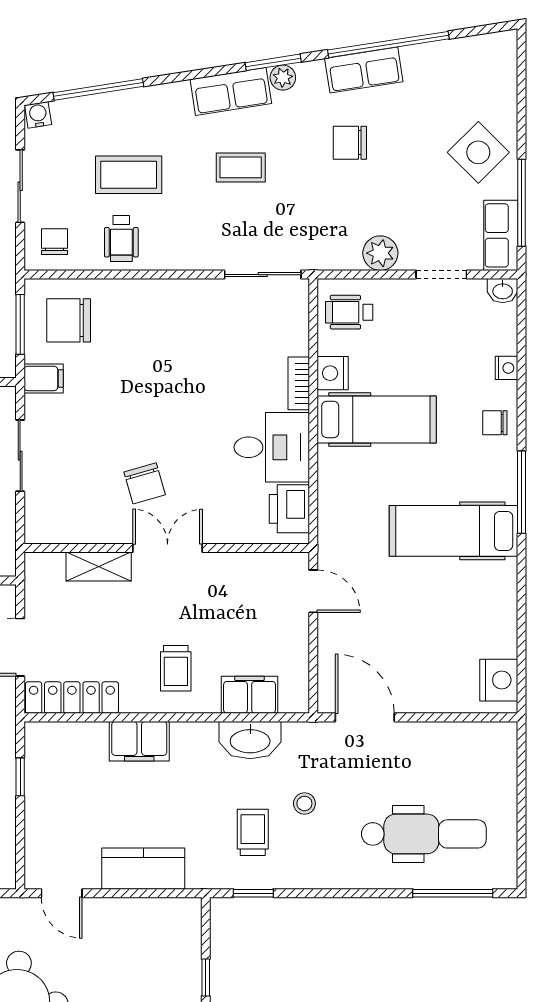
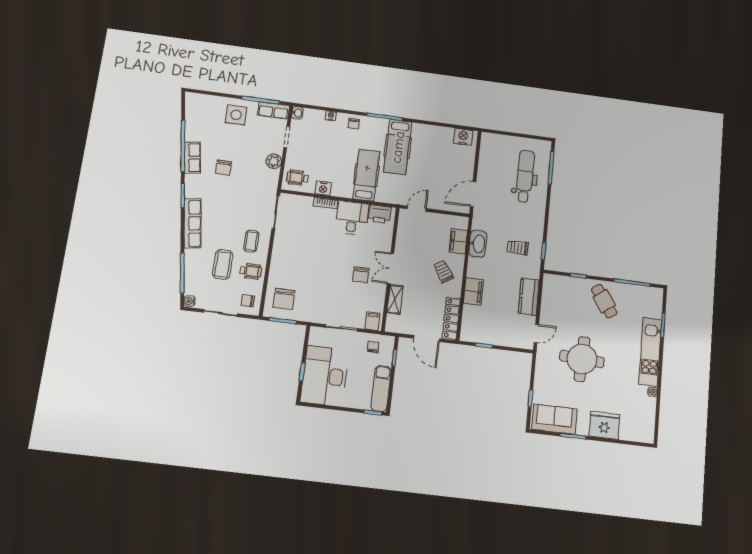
plant: (283, 78) -> (190, 192), removed
row of seats: (231, 91) -> (193, 223), width x1.48
side table: (478, 152) -> (236, 115), turned 45
coffee table: (241, 167) -> (251, 241), moved
wheelchair: (349, 312) -> (298, 178), turned 90
filing cabinet: (44, 378) -> (372, 321), moved
hospital bed: (377, 419) -> (366, 175), moved
chair: (145, 483) -> (361, 275), turned 106
trolley: (176, 668) -> (443, 272), turned -122
stool: (304, 803) -> (507, 224), removed

